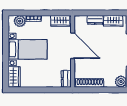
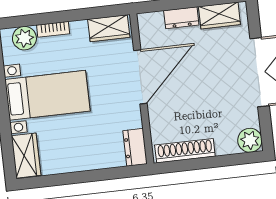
door: (73, 46) -> (140, 77), hinge flipped

